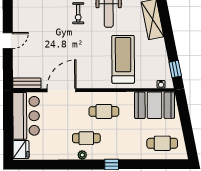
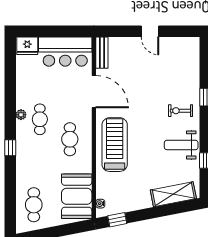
treadmill: (123, 59) -> (115, 145), moved, turned -90

